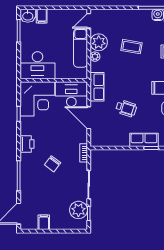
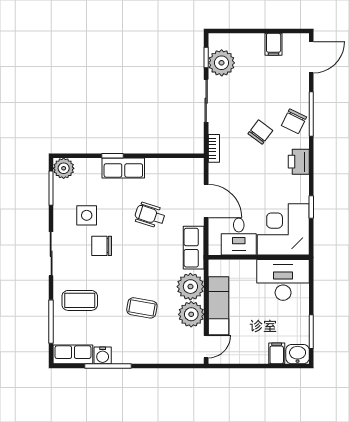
plant: (95, 57) -> (190, 287), width x1.87, depth x1.87
desk: (71, 94) -> (239, 237), width x0.73
chair: (30, 171) -> (294, 121), added

